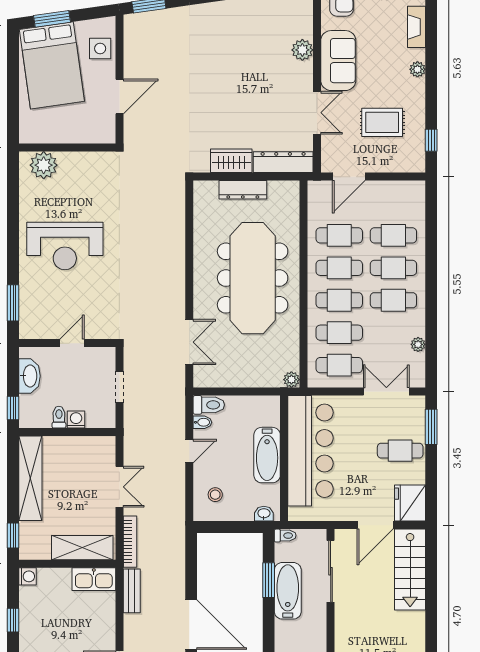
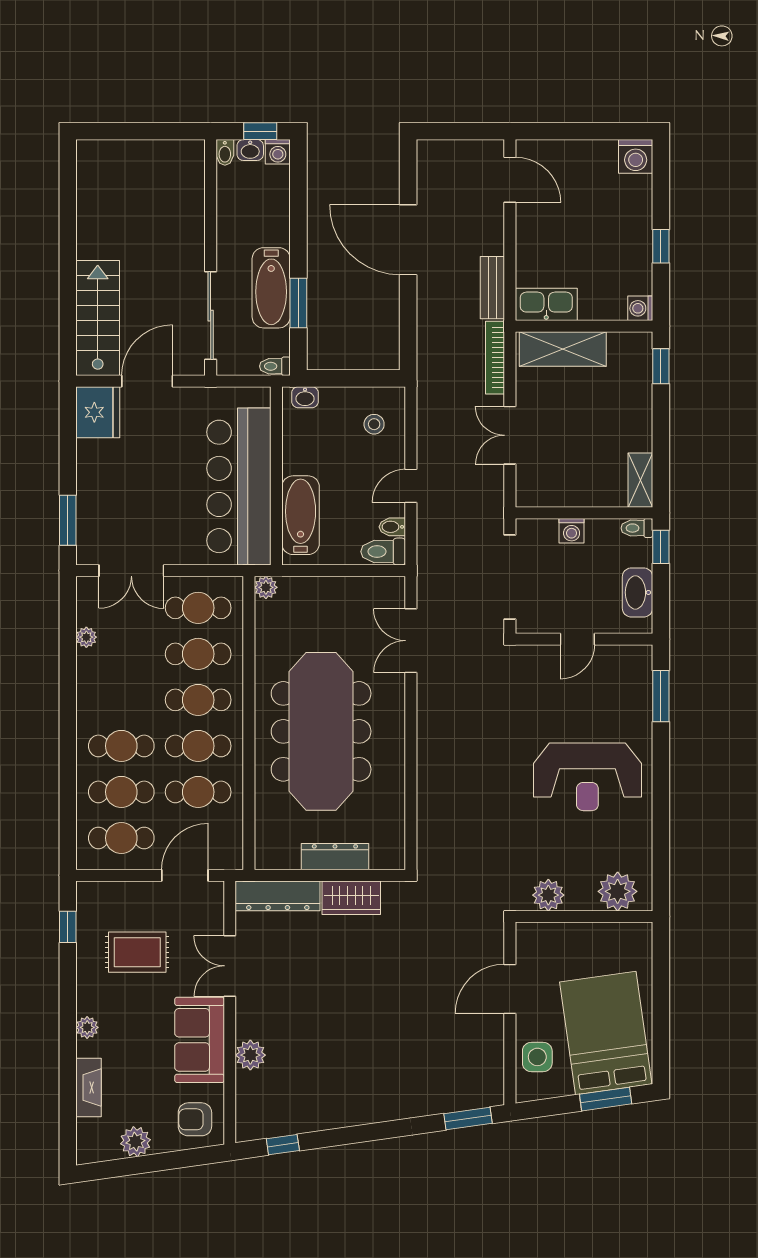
plant: (92, 163) -> (548, 895), added
reception desk: (65, 246) -> (587, 777), turned 180
cafe table: (393, 300) -> (121, 838), moved
doorway: (119, 387) -> (510, 577), width x1.87
toilet: (59, 417) -> (637, 528), moved, turned 90
cafe table: (400, 451) -> (112, 487), removed
bathtub: (267, 455) -> (301, 515), moved
shelving: (30, 478) -> (640, 480), width x0.45, depth x0.75

